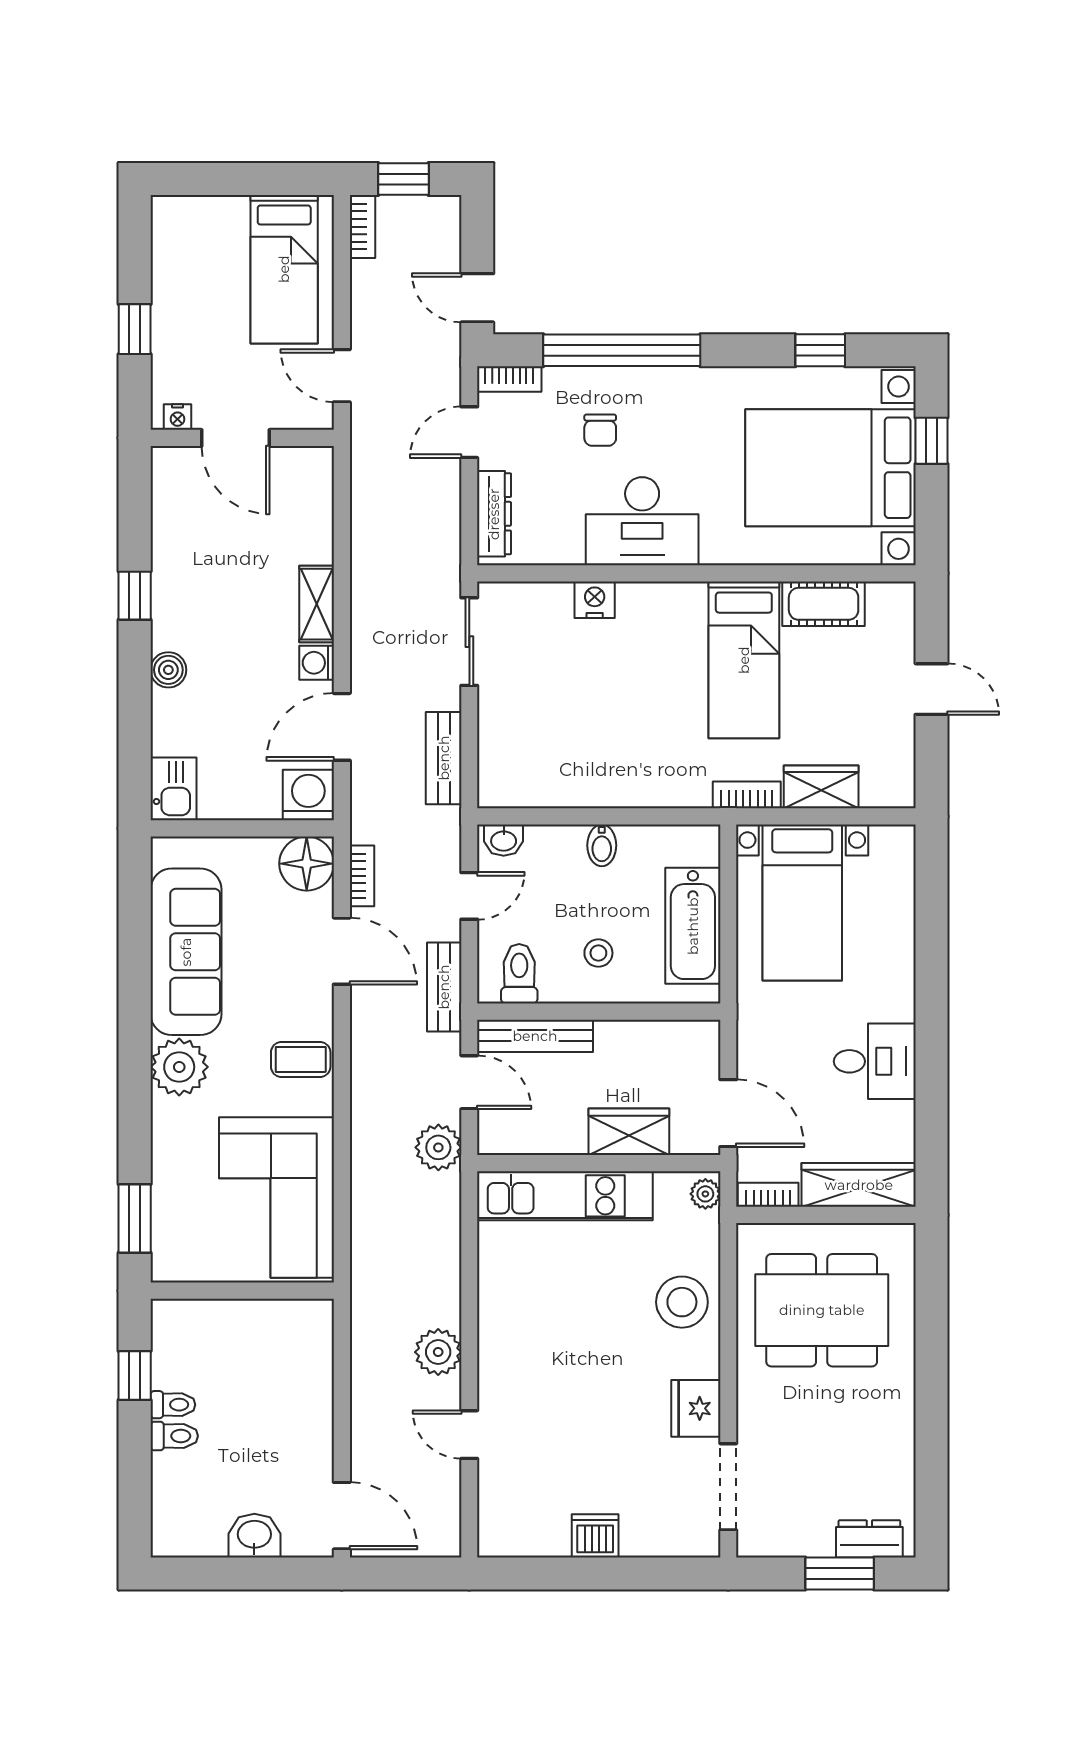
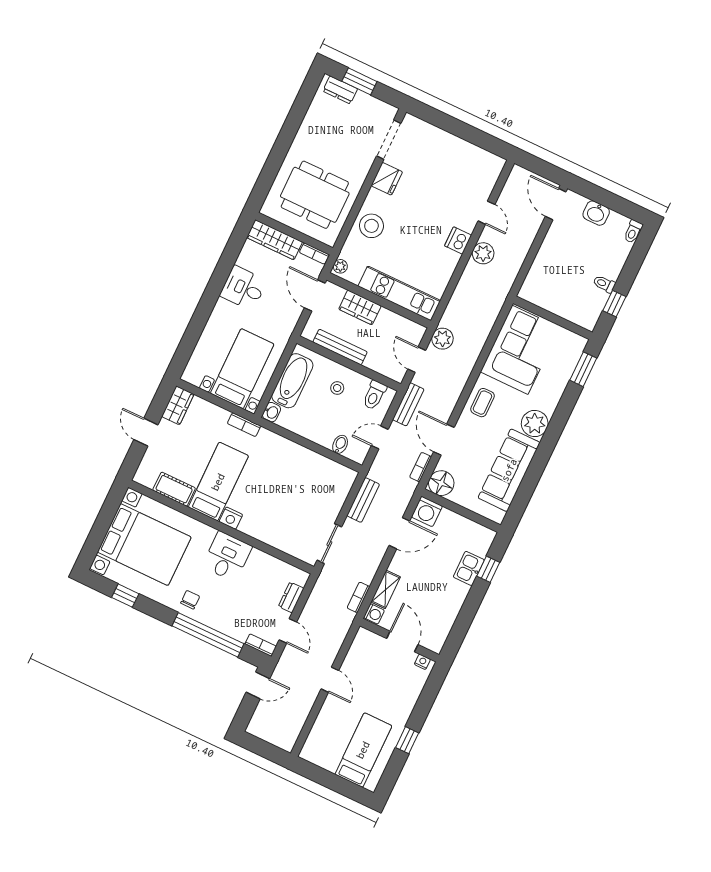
window: (403, 179) -> (265, 750), removed
bookcase: (362, 227) -> (358, 597), moved
bed: (284, 269) -> (363, 750), moved
door: (477, 298) -> (258, 685), hinge flipped
nightstand: (178, 417) -> (422, 662), moved
chair: (600, 430) -> (190, 600), moved
door: (469, 432) -> (288, 631), hinge flipped
door: (236, 438) -> (402, 642), moved
wall: (242, 438) -> (400, 640), moved
window: (931, 441) -> (97, 536), removed
dresser: (494, 514) -> (291, 597), width x0.70
desk: (642, 521) -> (227, 556), width x0.73
window: (135, 596) -> (488, 569), moved
nightstand: (595, 600) -> (231, 518), moved
washing machine: (317, 663) -> (374, 614), moved
boiler: (168, 670) -> (461, 591), removed
wardrobe: (821, 787) -> (178, 405), moved, turned -90
kitchen sink: (173, 789) -> (469, 568), moved
washbasin: (504, 840) -> (271, 412), moved, turned 90
bidet: (602, 845) -> (340, 444), moved
bench: (535, 1036) -> (340, 347), moved
coffee table: (301, 1060) -> (482, 403), turned 90
toilet: (174, 1436) -> (633, 232), moved, turned -90
dishwasher: (595, 1536) -> (458, 241), moved, turned 90

